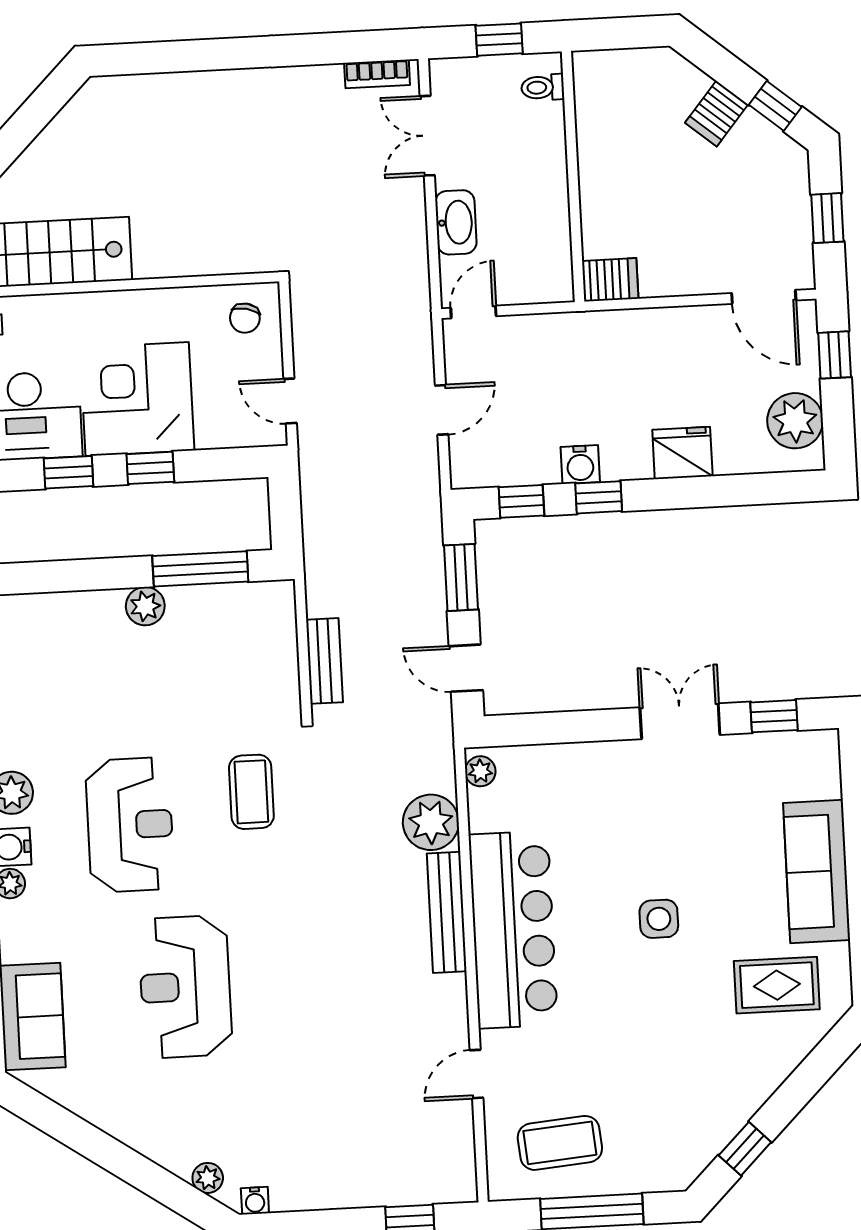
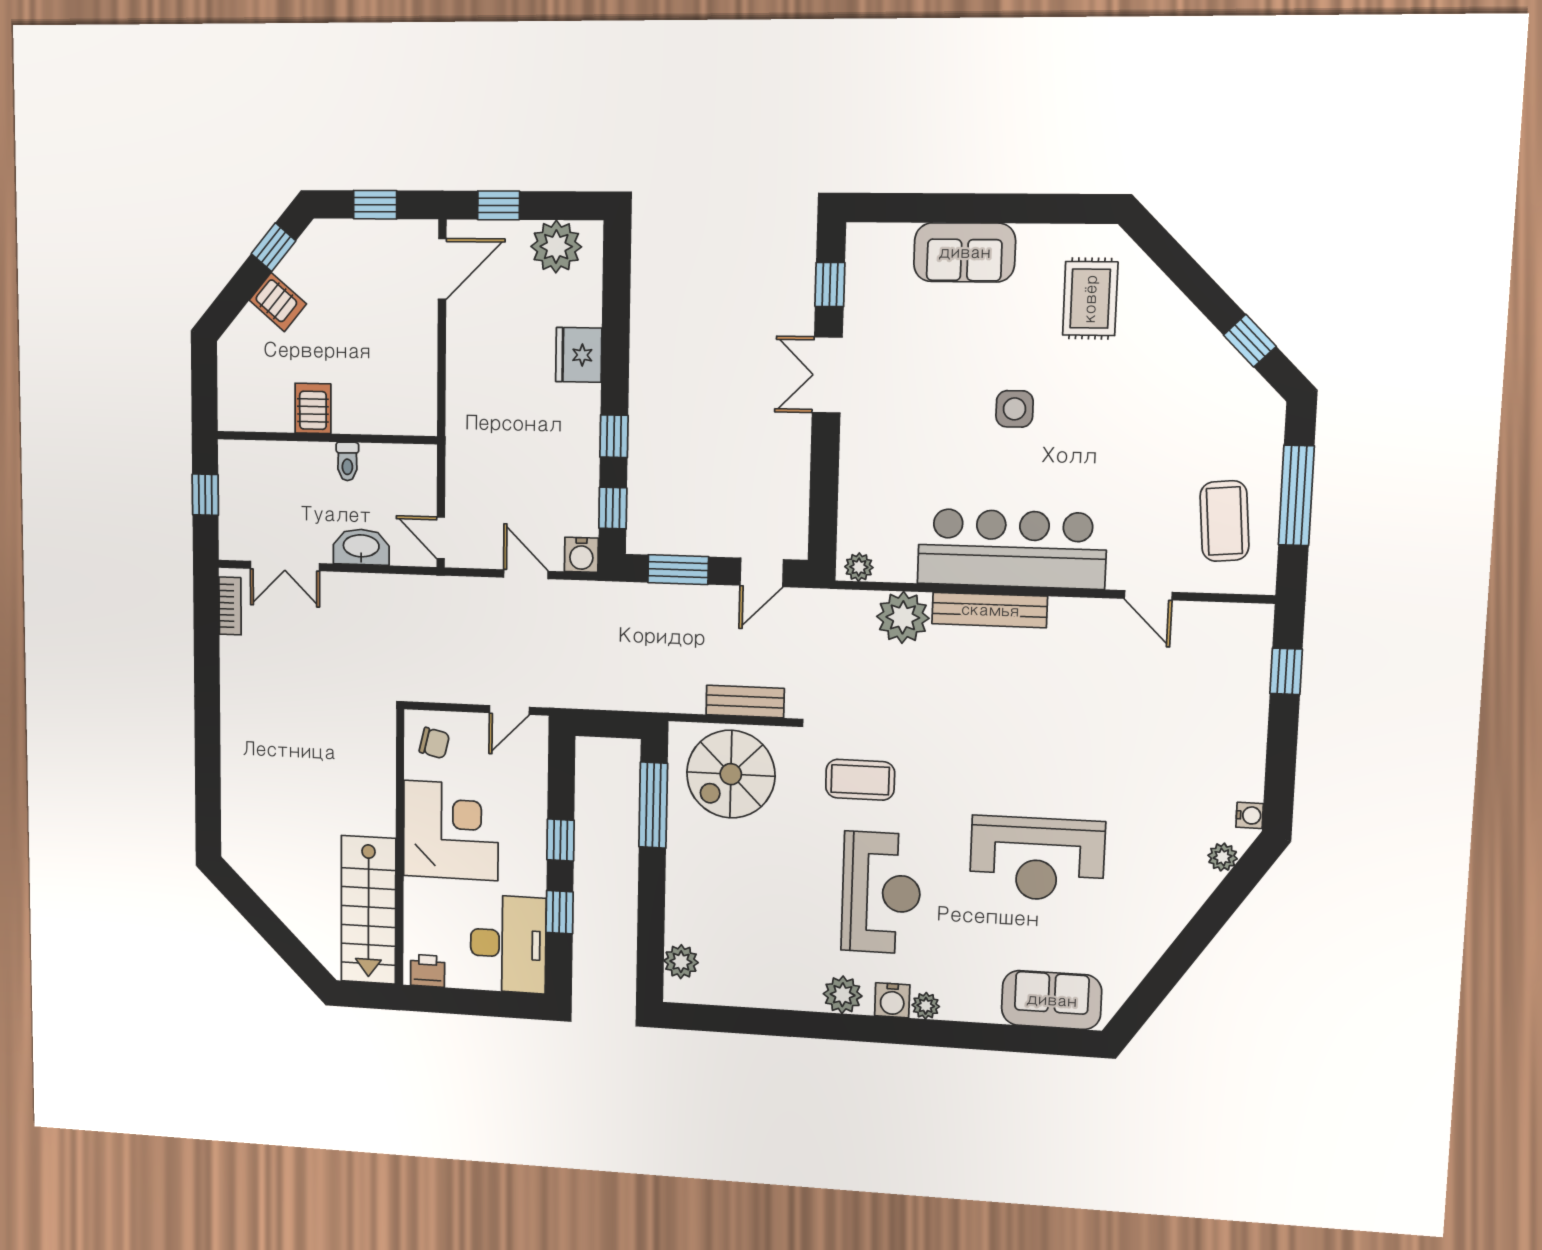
toilet: (543, 87) -> (347, 461), moved
server rack: (610, 280) -> (313, 408), moved
corner desk: (137, 399) -> (451, 831), moved, turned 180
water cooler: (580, 464) -> (581, 555), moved, turned 90
plant: (145, 606) -> (681, 962), moved
spiral stairs: (243, 652) -> (731, 774), added
reception desk: (130, 825) -> (881, 893), turned 90
sofa: (817, 872) -> (965, 252), width x0.73

